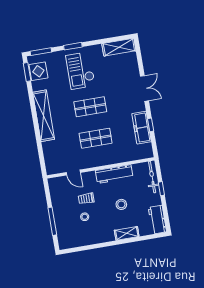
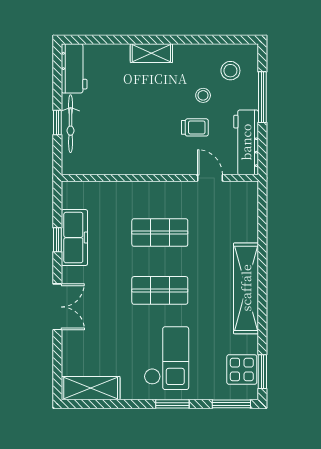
double door: (144, 88) -> (57, 307), swing flipped
workbench: (114, 174) -> (246, 142), moved, turned -90
bicycle: (152, 177) -> (71, 124), moved
stool: (121, 204) -> (230, 71), moved
shelving: (127, 233) -> (151, 53), moved

